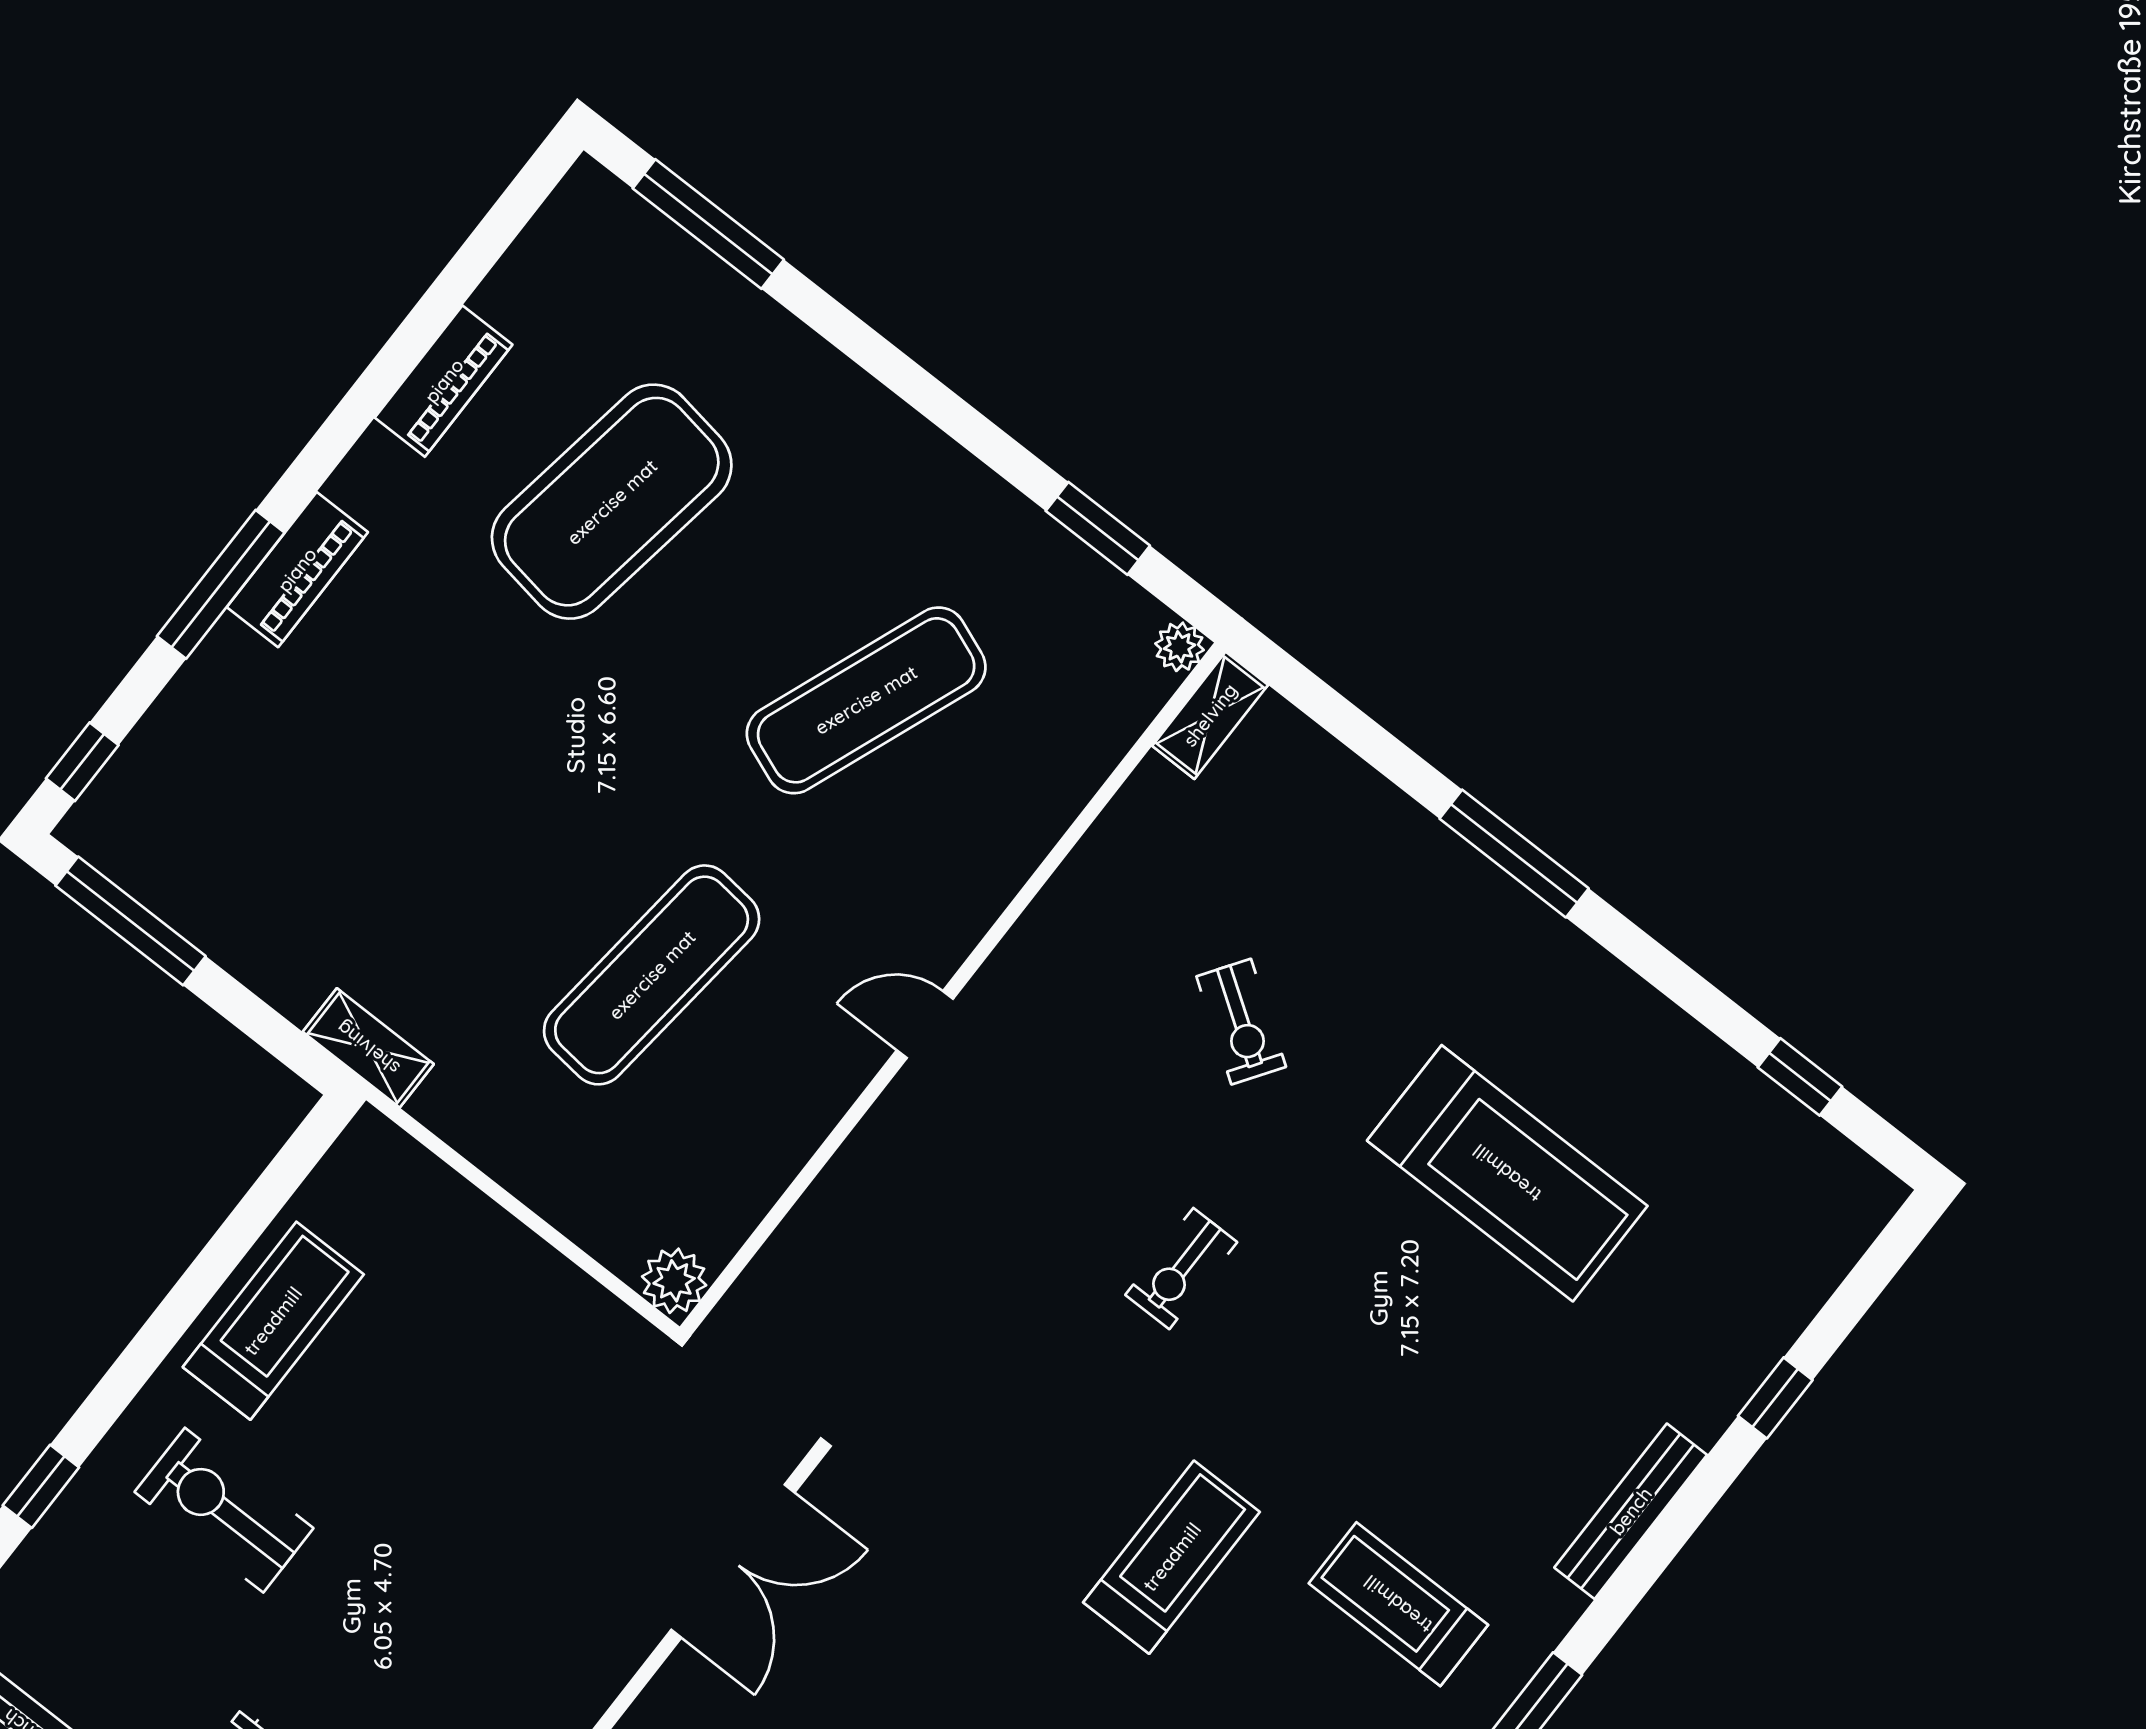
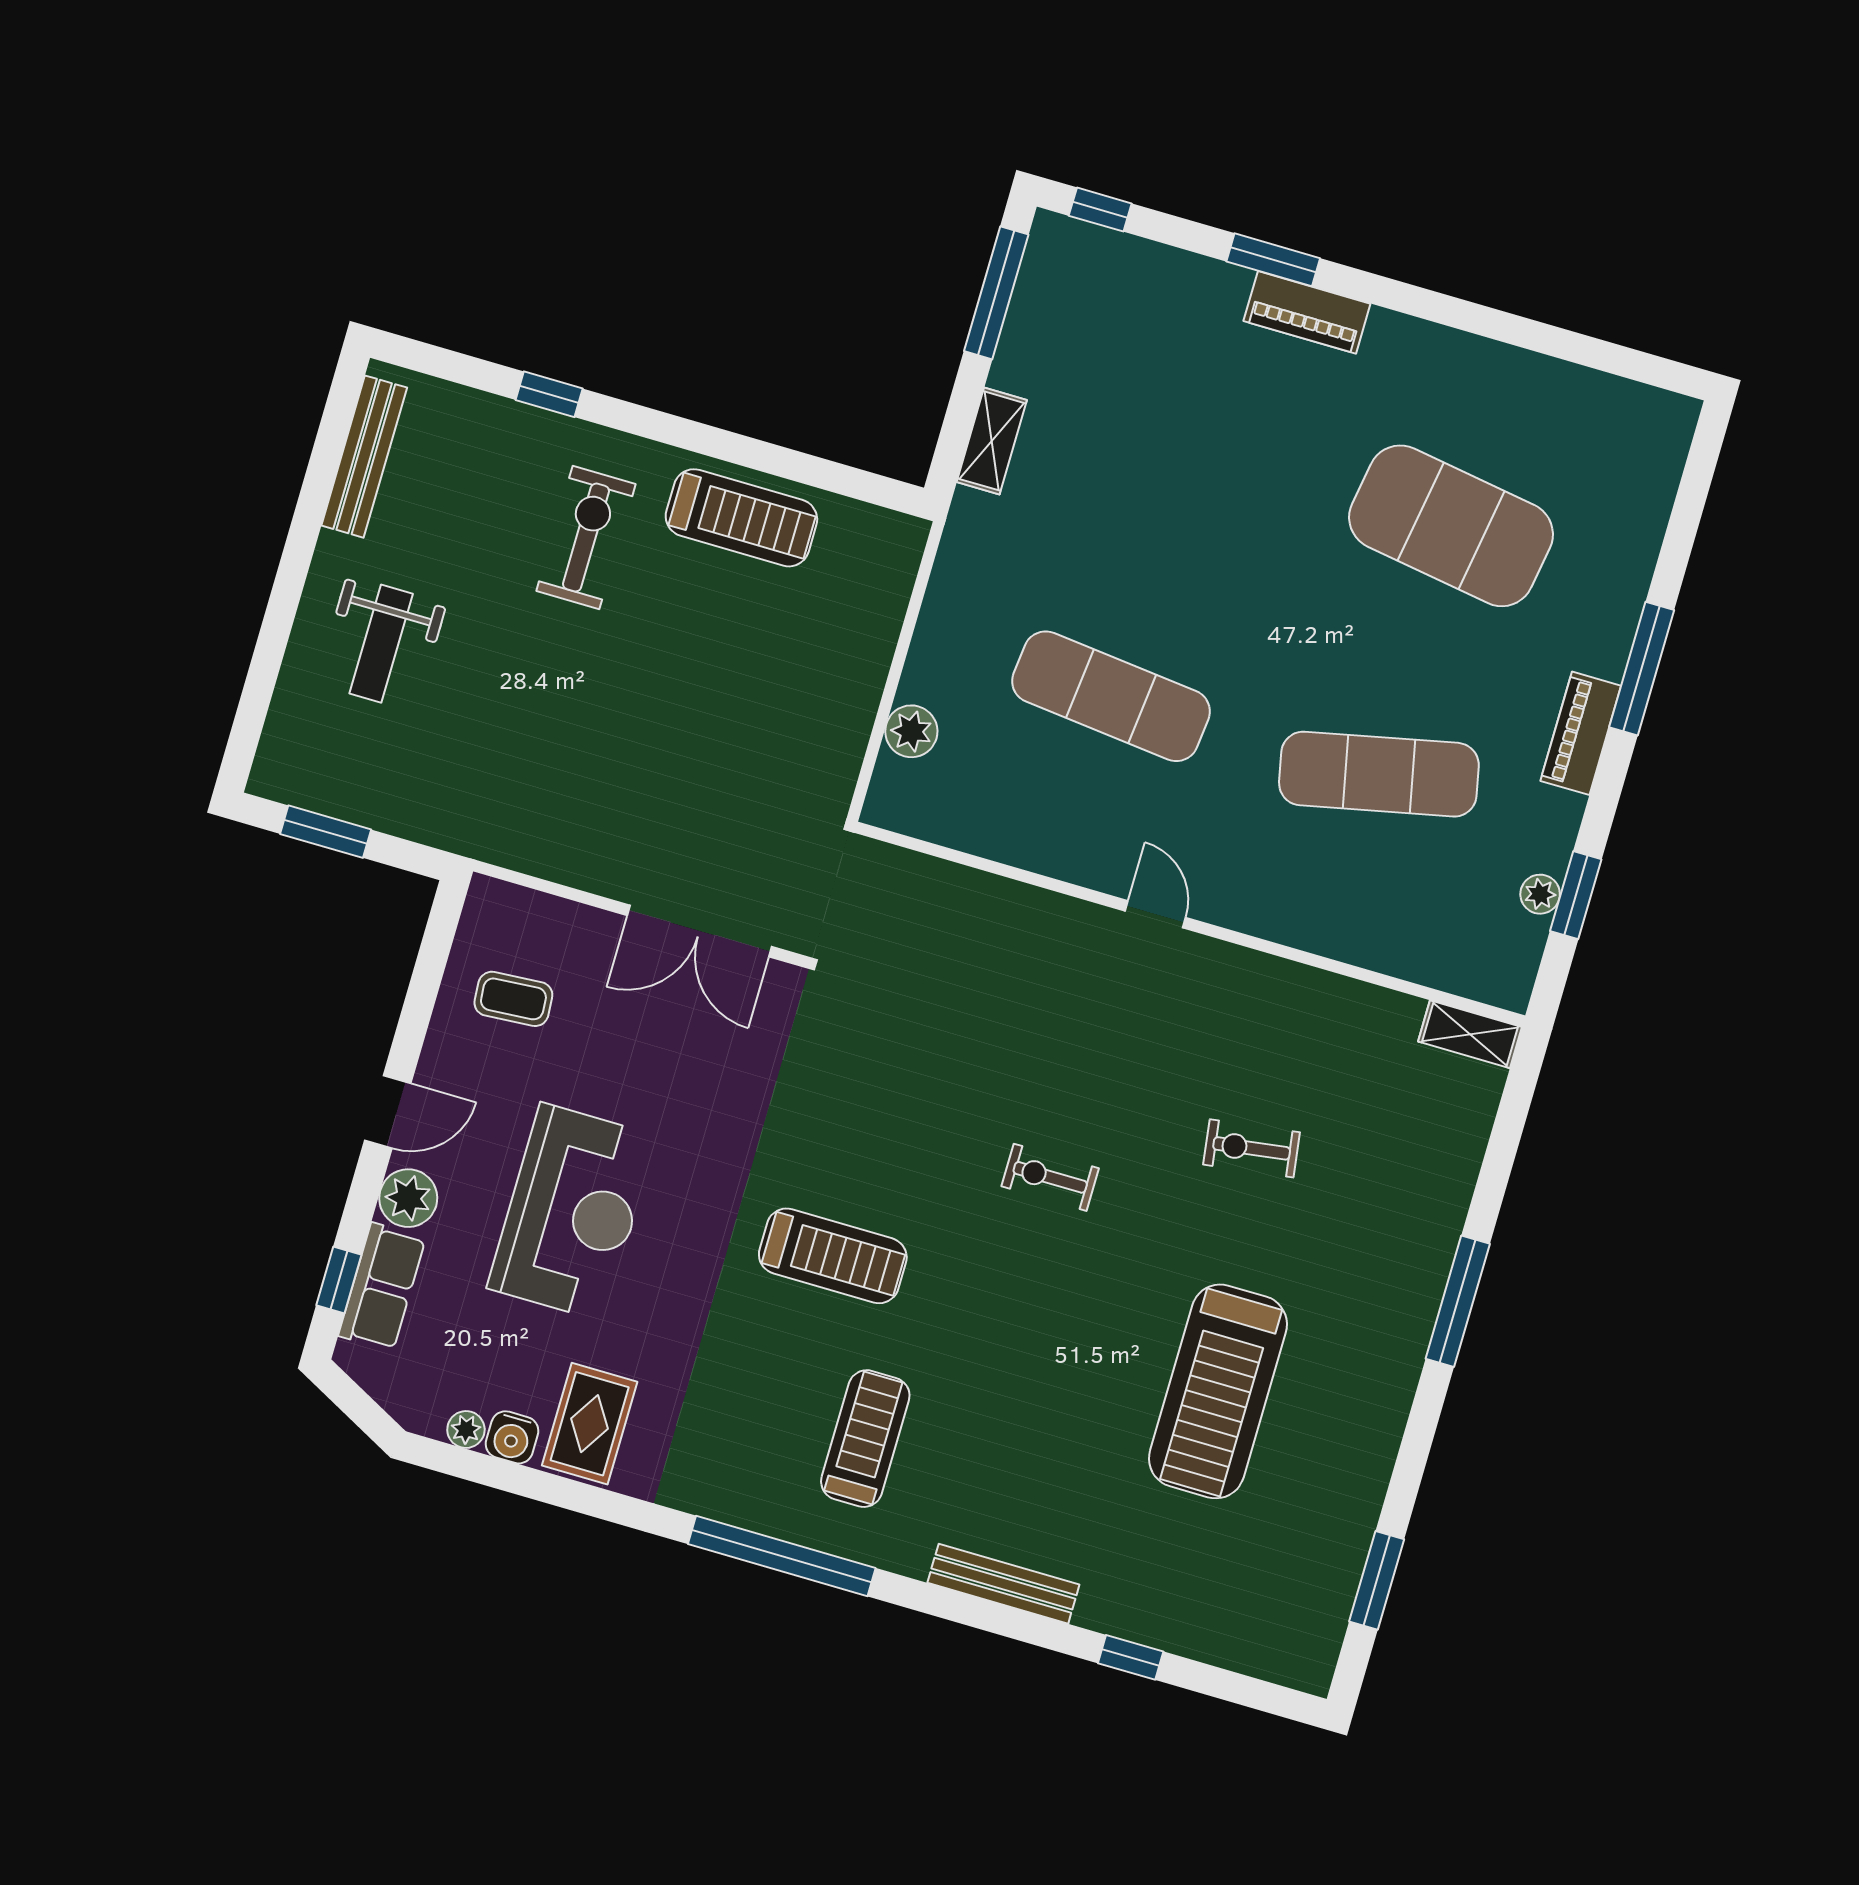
window: (708, 224) -> (1642, 669), moved
piano: (444, 381) -> (1581, 733), moved, turned 90
window: (221, 584) -> (1273, 260), width x0.69
plant: (1180, 647) -> (1540, 894), moved
exercise mat: (866, 700) -> (1379, 774), turned -33
exercise bike: (1241, 1022) -> (1252, 1148), turned 48
shelving: (368, 1048) -> (992, 441), moved
window: (1800, 1077) -> (1377, 1580), width x1.50
plant: (674, 1281) -> (911, 731), moved

